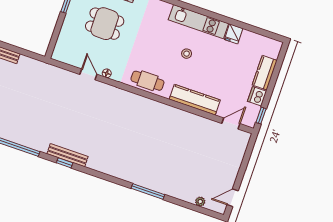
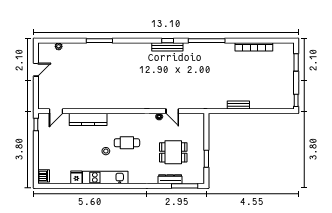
kitchen counter: (265, 73) -> (44, 157), removed
cafe table: (147, 81) -> (127, 143), moved
dishwasher: (257, 96) -> (44, 176), moved
door: (233, 198) -> (36, 70), moved

